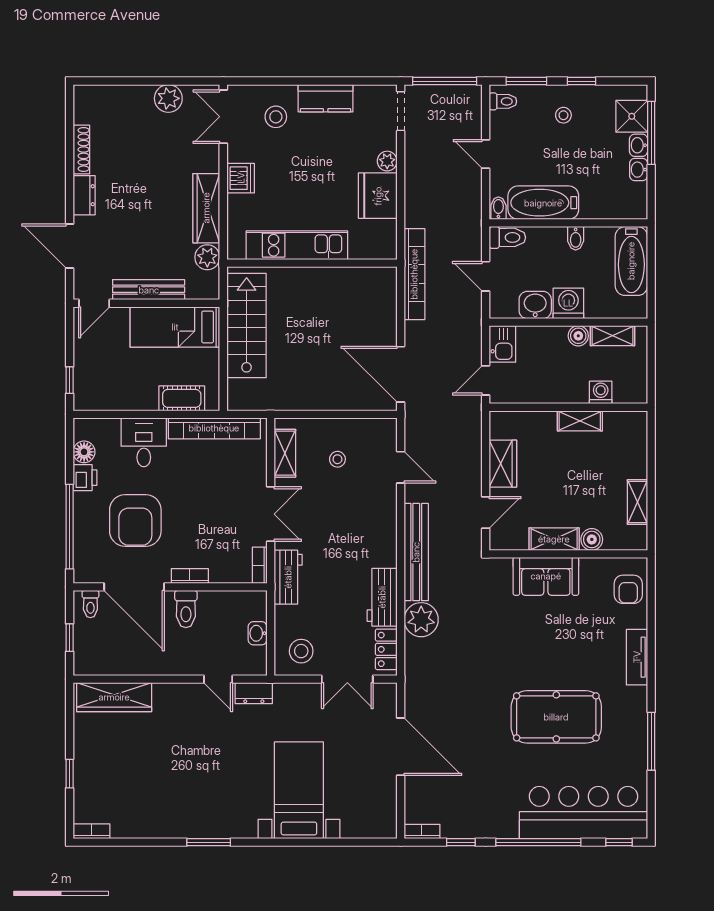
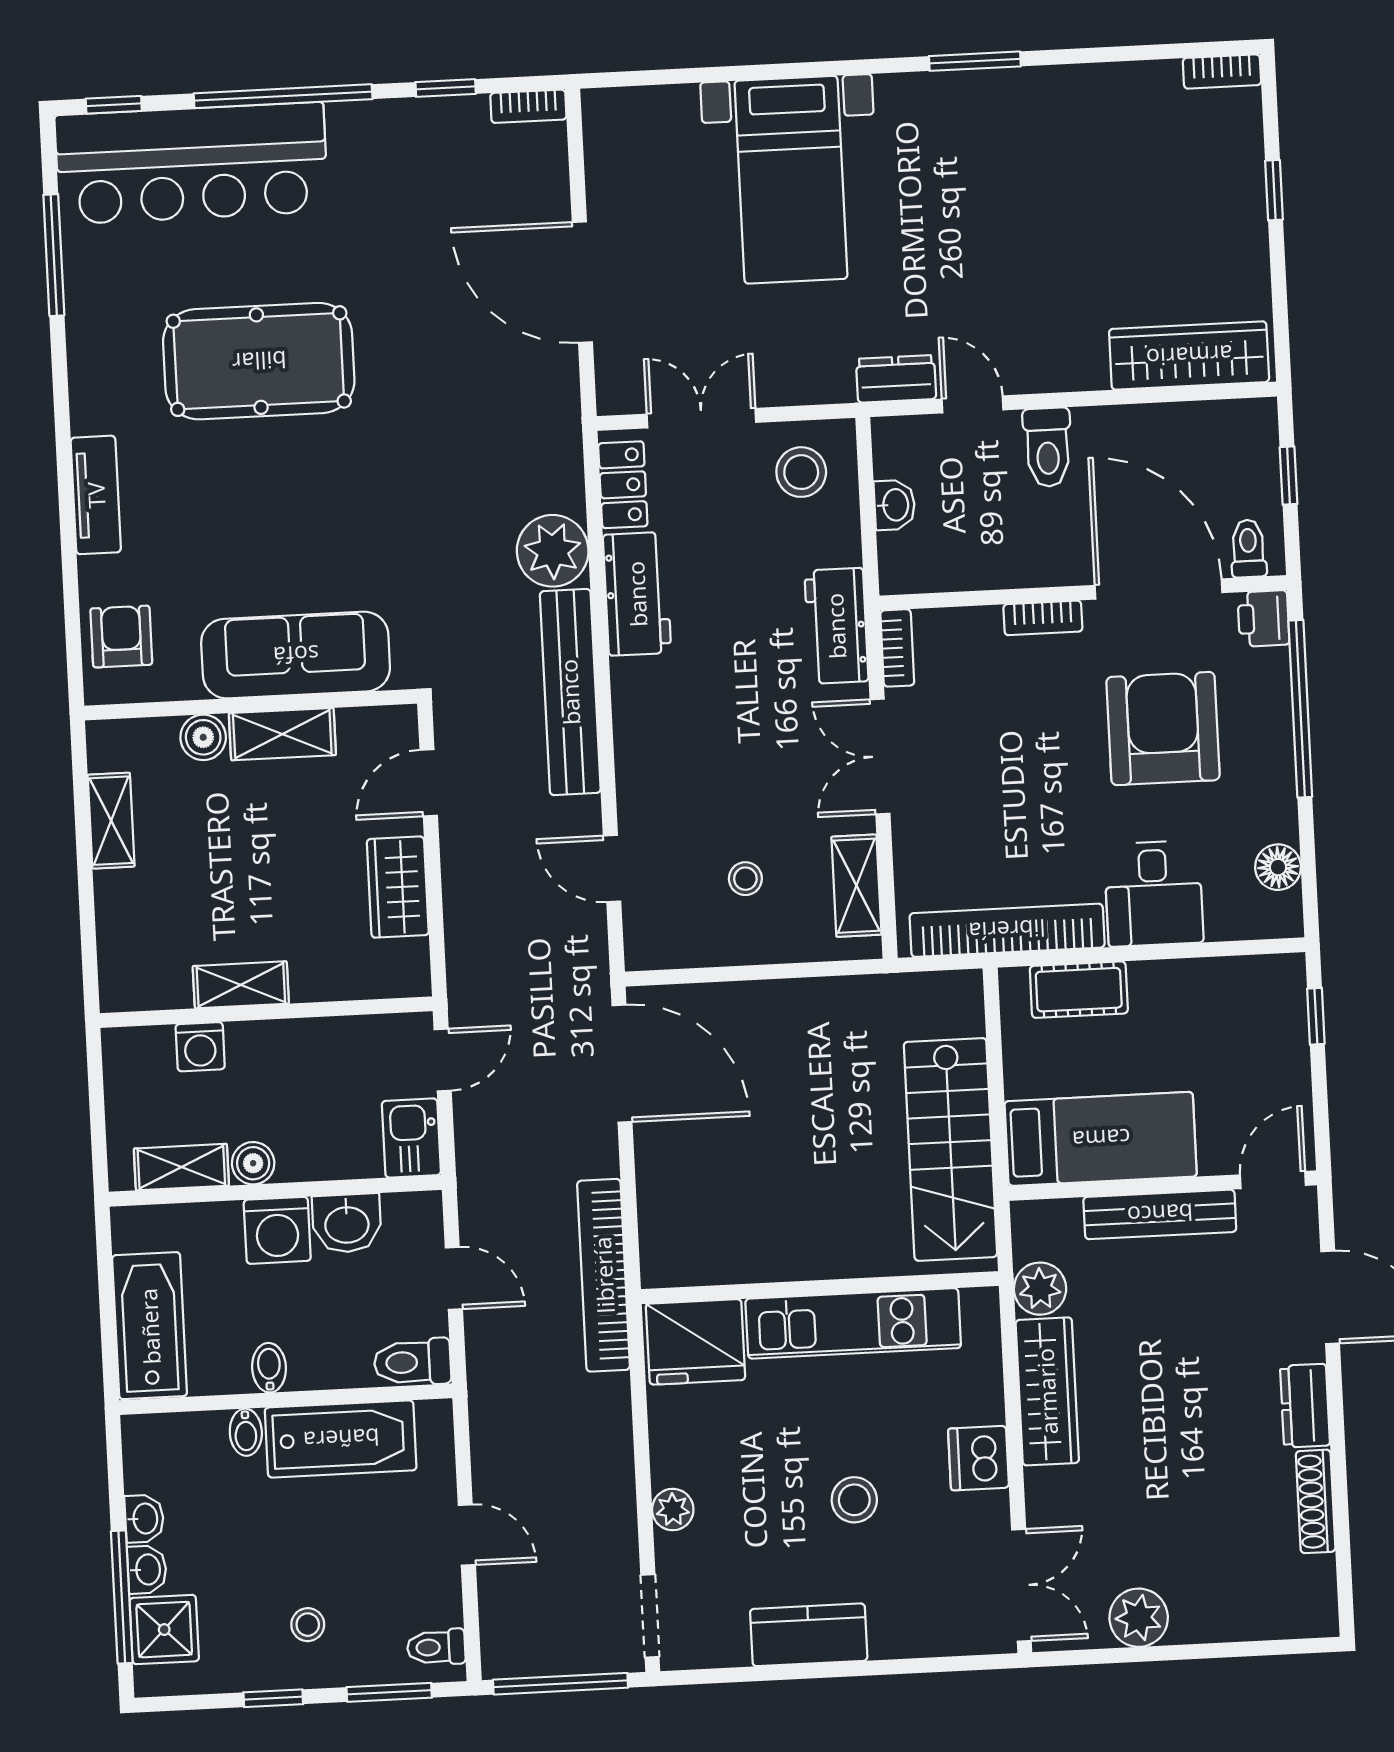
stool: (276, 117) -> (854, 1500), moved
fridge: (378, 196) -> (695, 1342), moved, turned 90
bidet: (498, 208) -> (246, 1432), moved
printer: (85, 478) -> (1263, 618), moved
sofa: (546, 576) -> (296, 655), width x1.36
toilet: (186, 609) -> (1048, 447), moved, turned 180
window: (651, 741) -> (54, 255), moved

